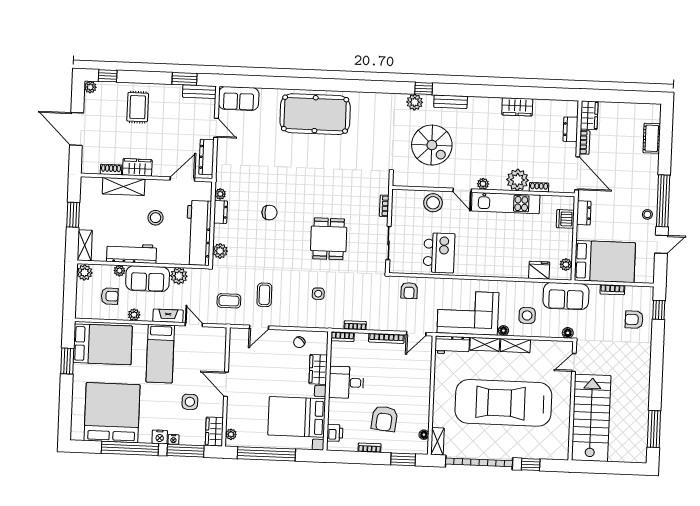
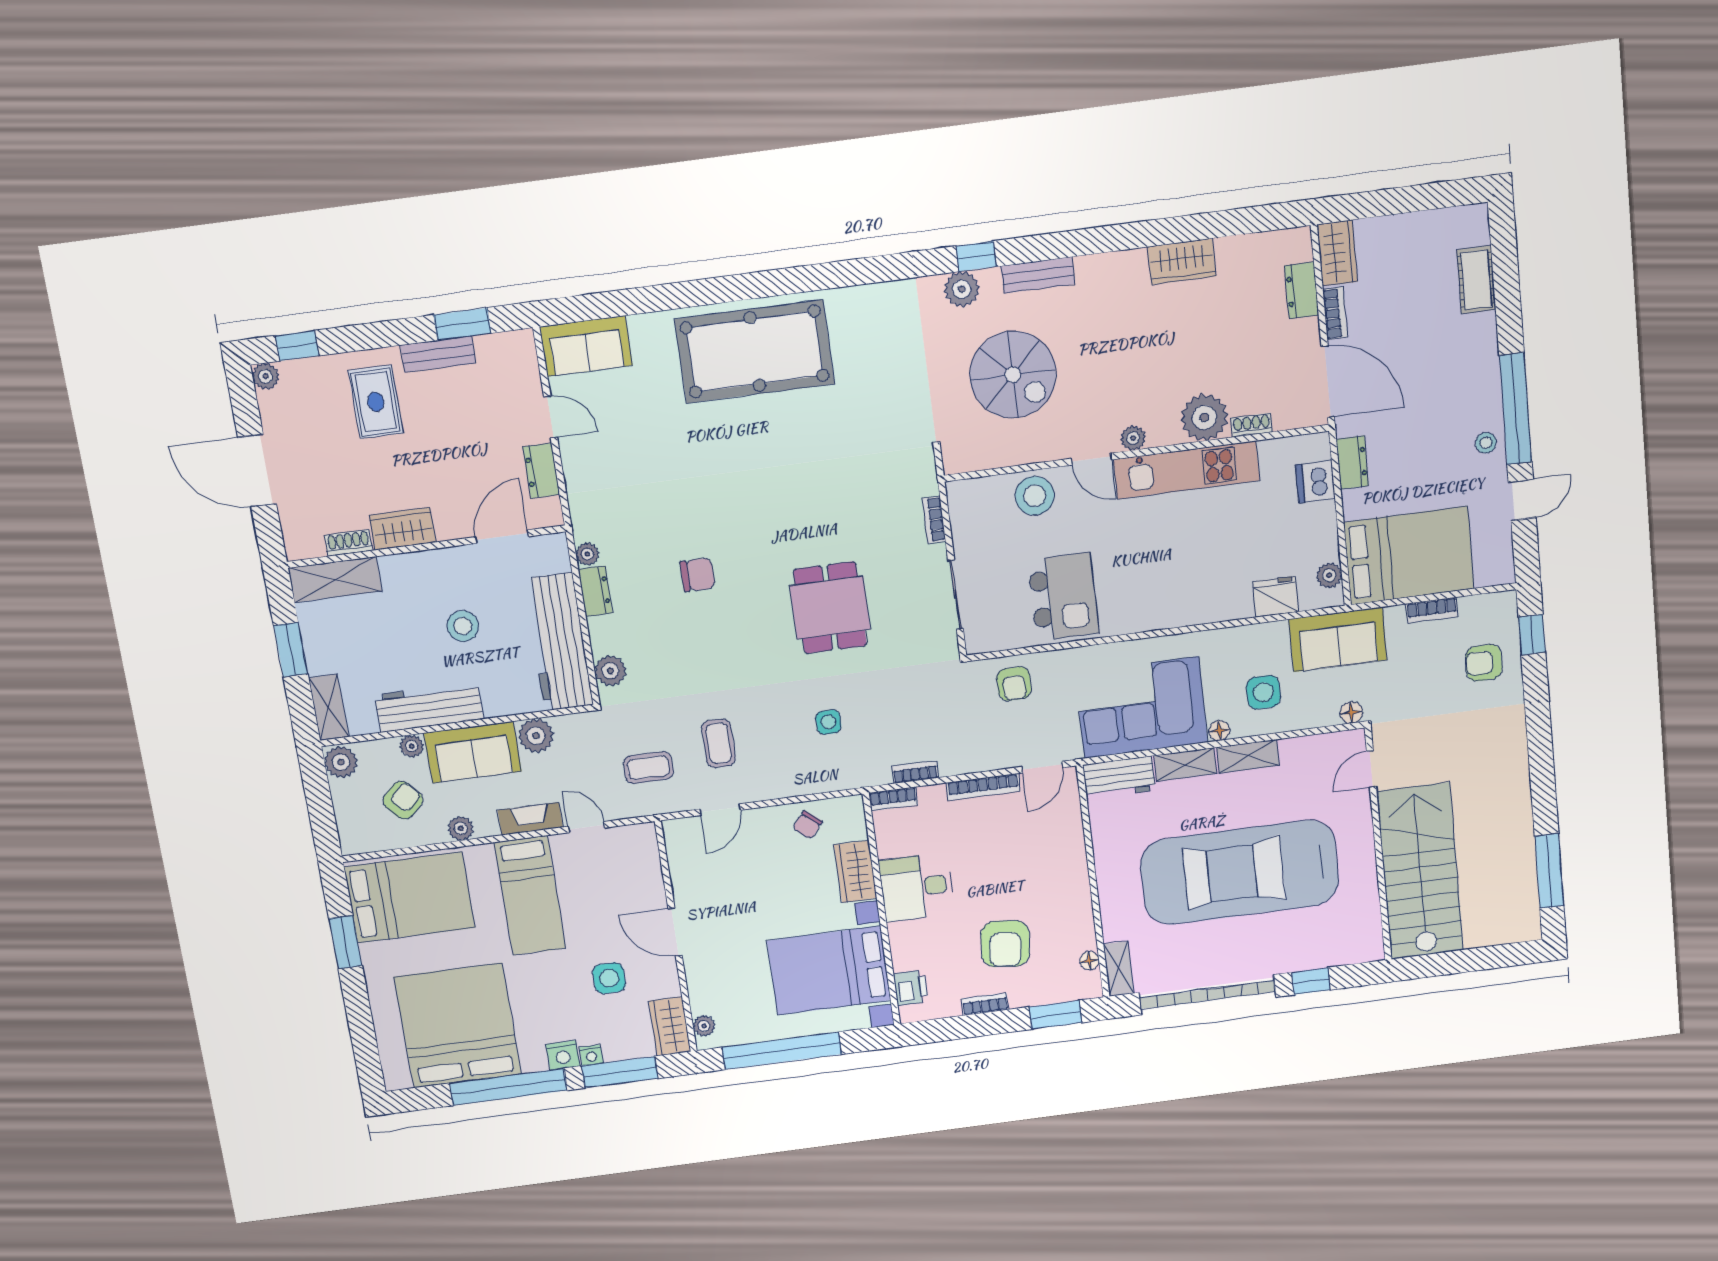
bench: (199, 92) -> (438, 354), moved
dresser: (206, 157) -> (541, 471), width x0.70
shelving: (124, 186) -> (335, 580), moved
armchair: (110, 296) -> (403, 800), turned -42

